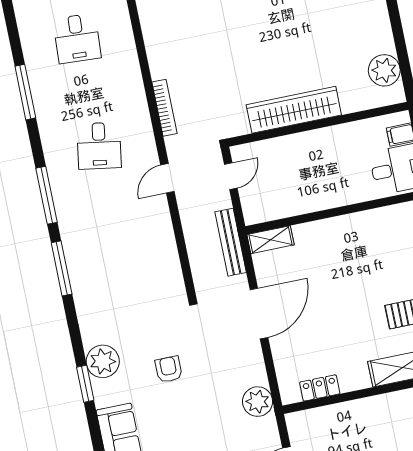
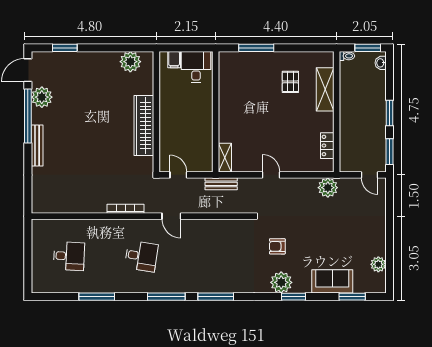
bench: (231, 242) -> (221, 184), width x0.73
door: (259, 314) -> (271, 175), width x0.53
armchair: (169, 369) -> (277, 246), moved

